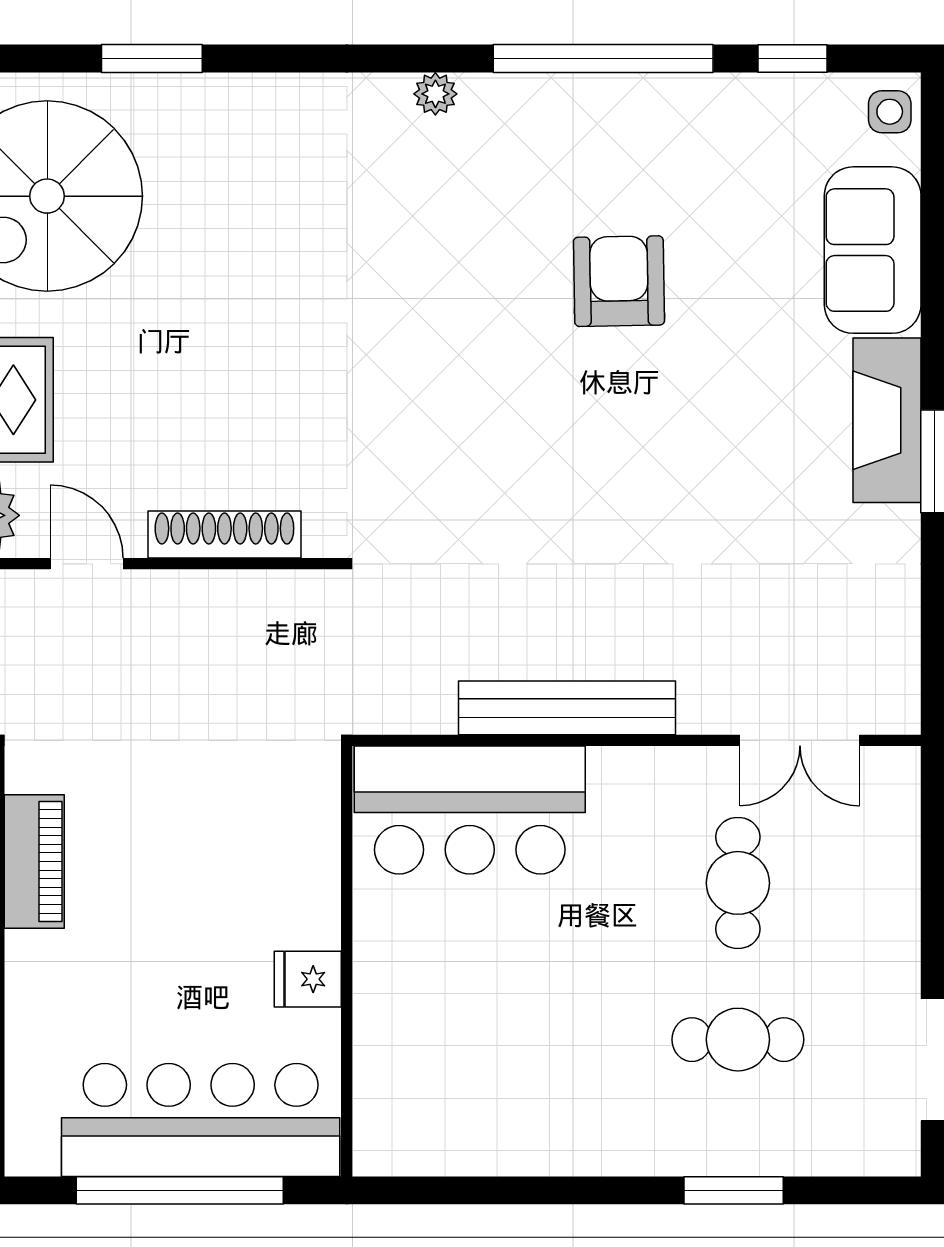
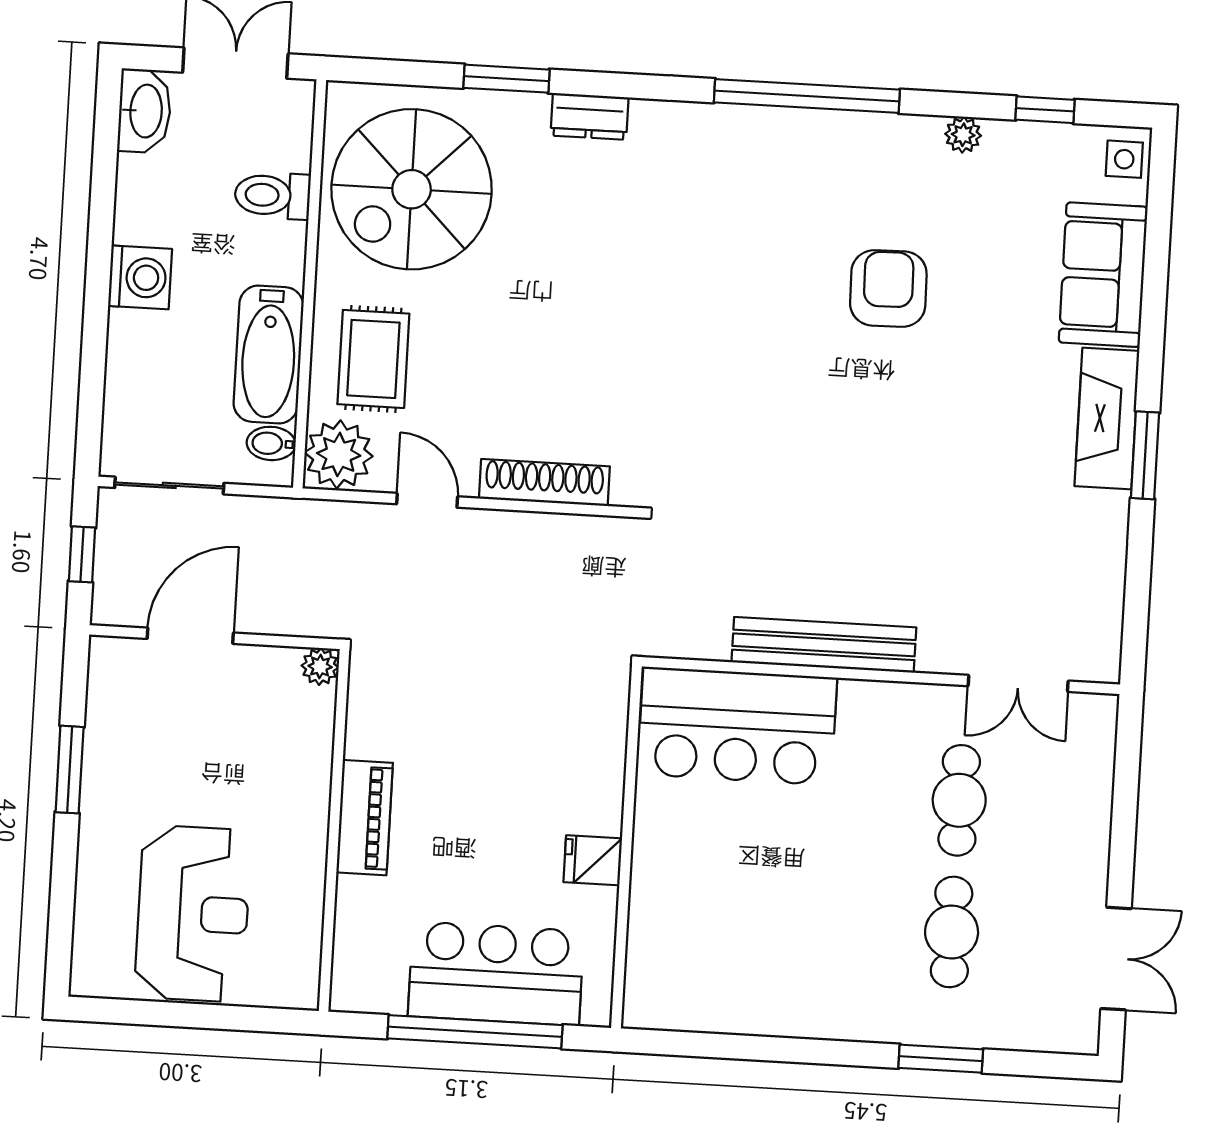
window: (603, 59) -> (807, 96), moved
plant: (435, 94) -> (963, 135), moved
dresser: (253, 98) -> (590, 116), added
piano: (34, 862) -> (365, 818), moved
cafe table: (738, 1040) -> (952, 932), turned 90
bar counter: (201, 1120) -> (496, 974), width x0.73

